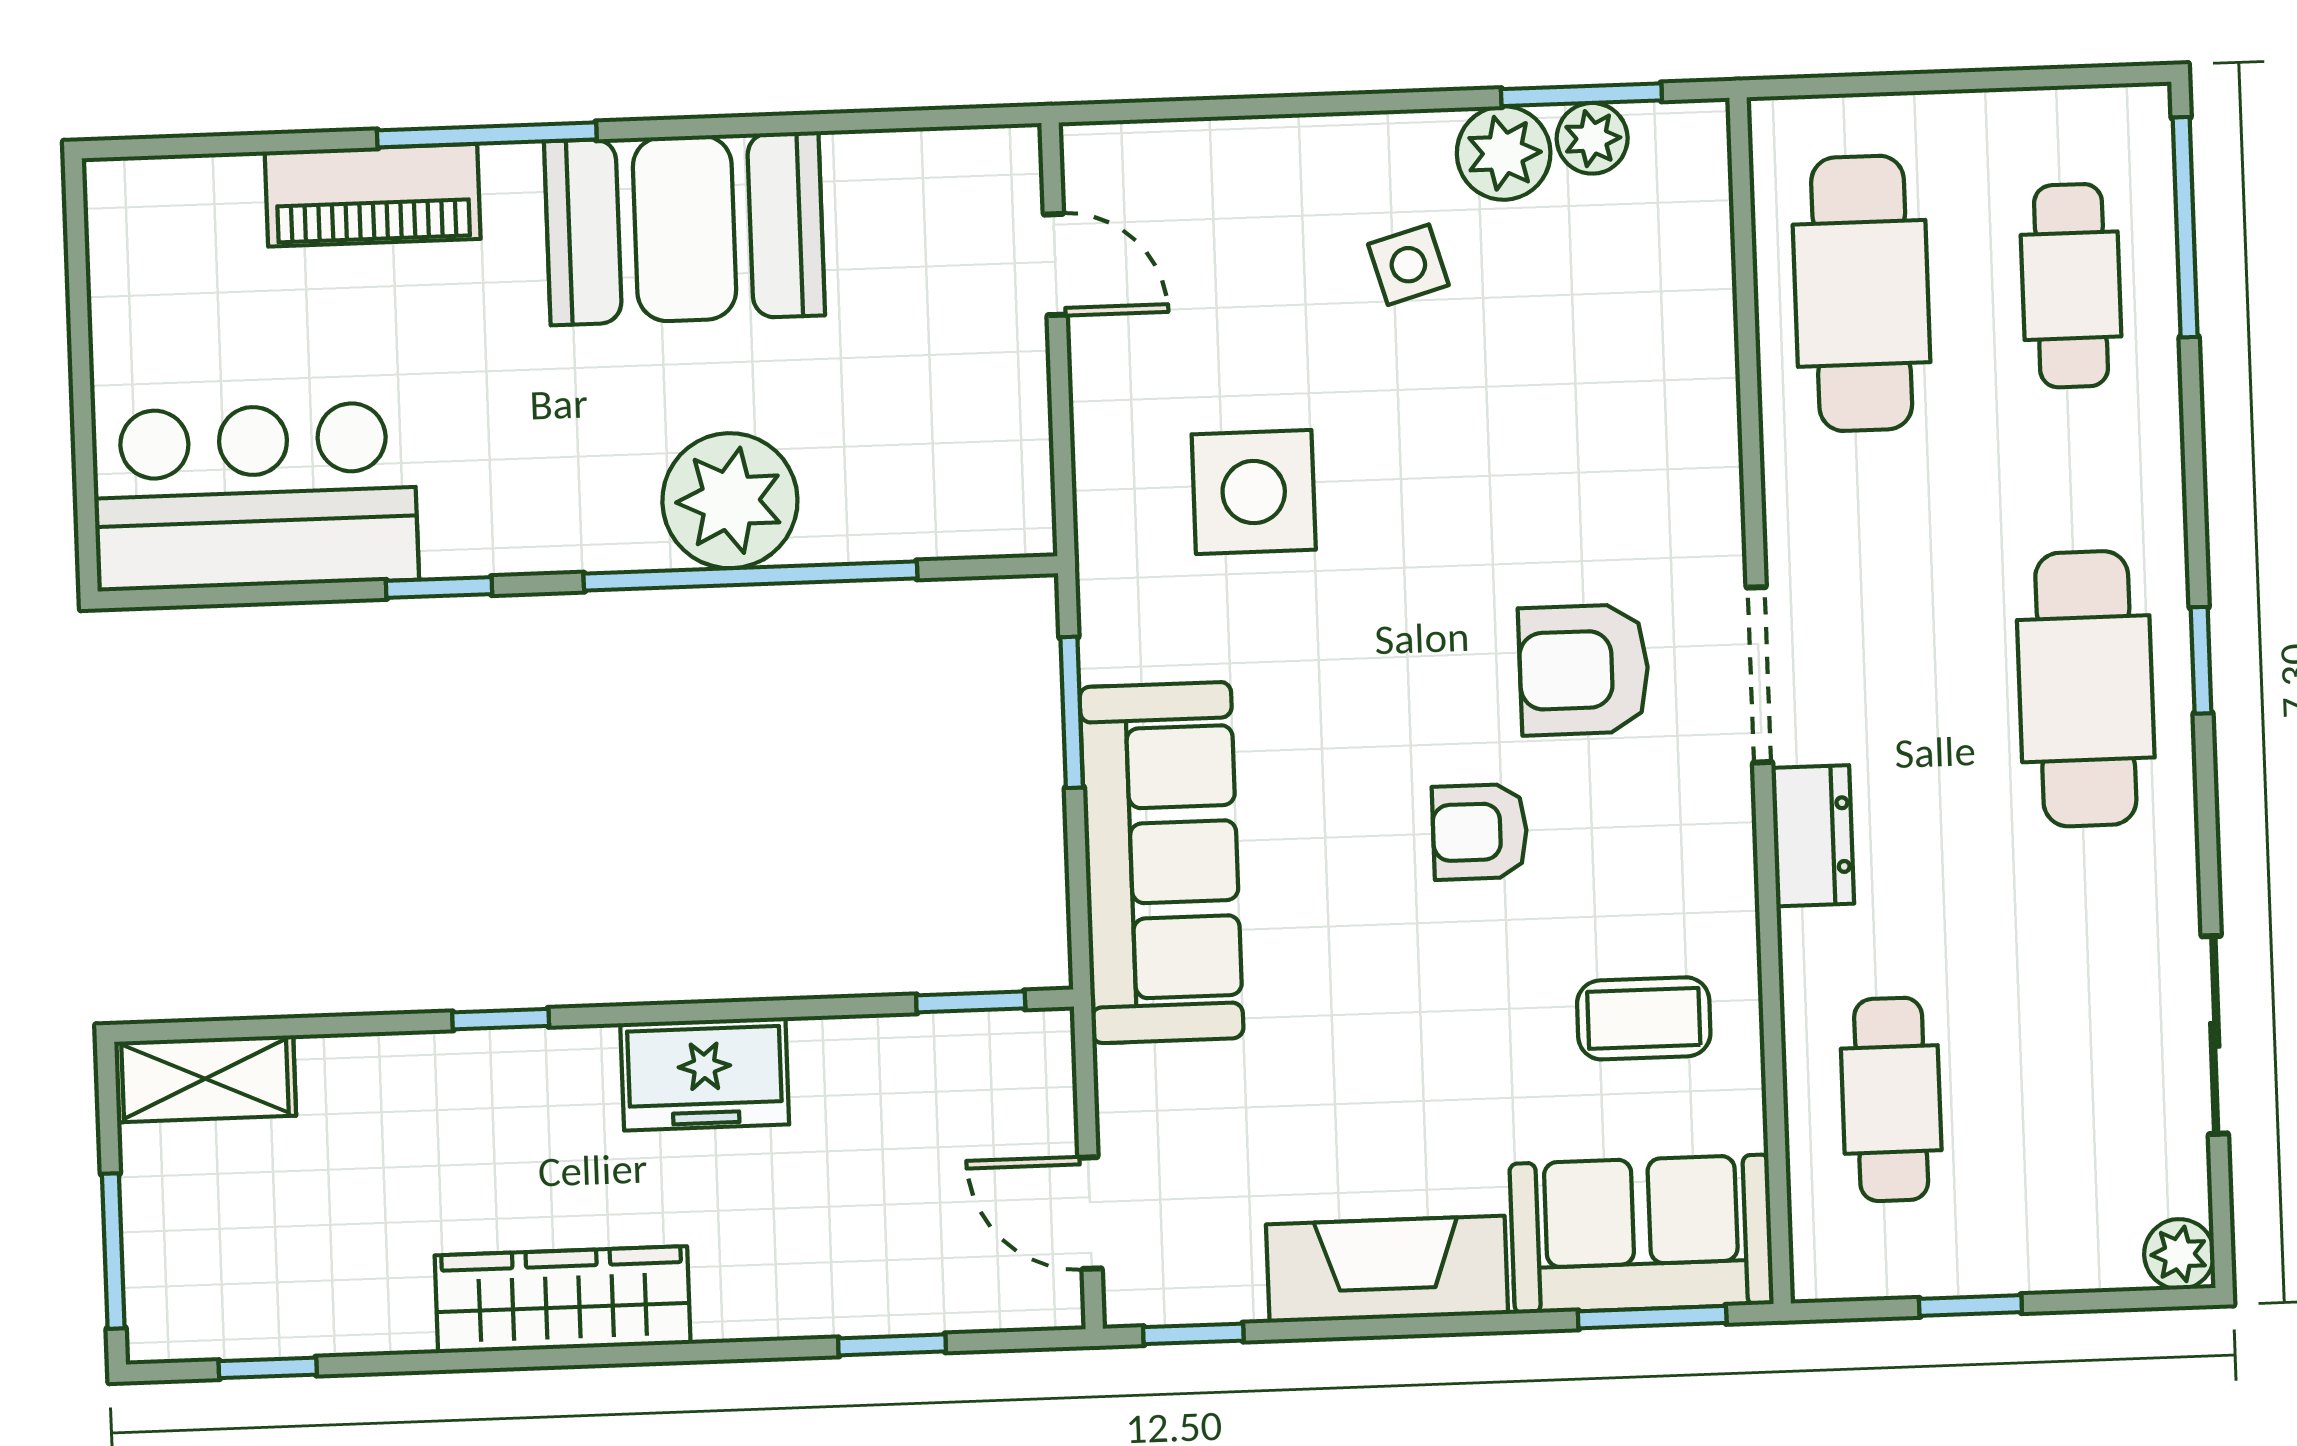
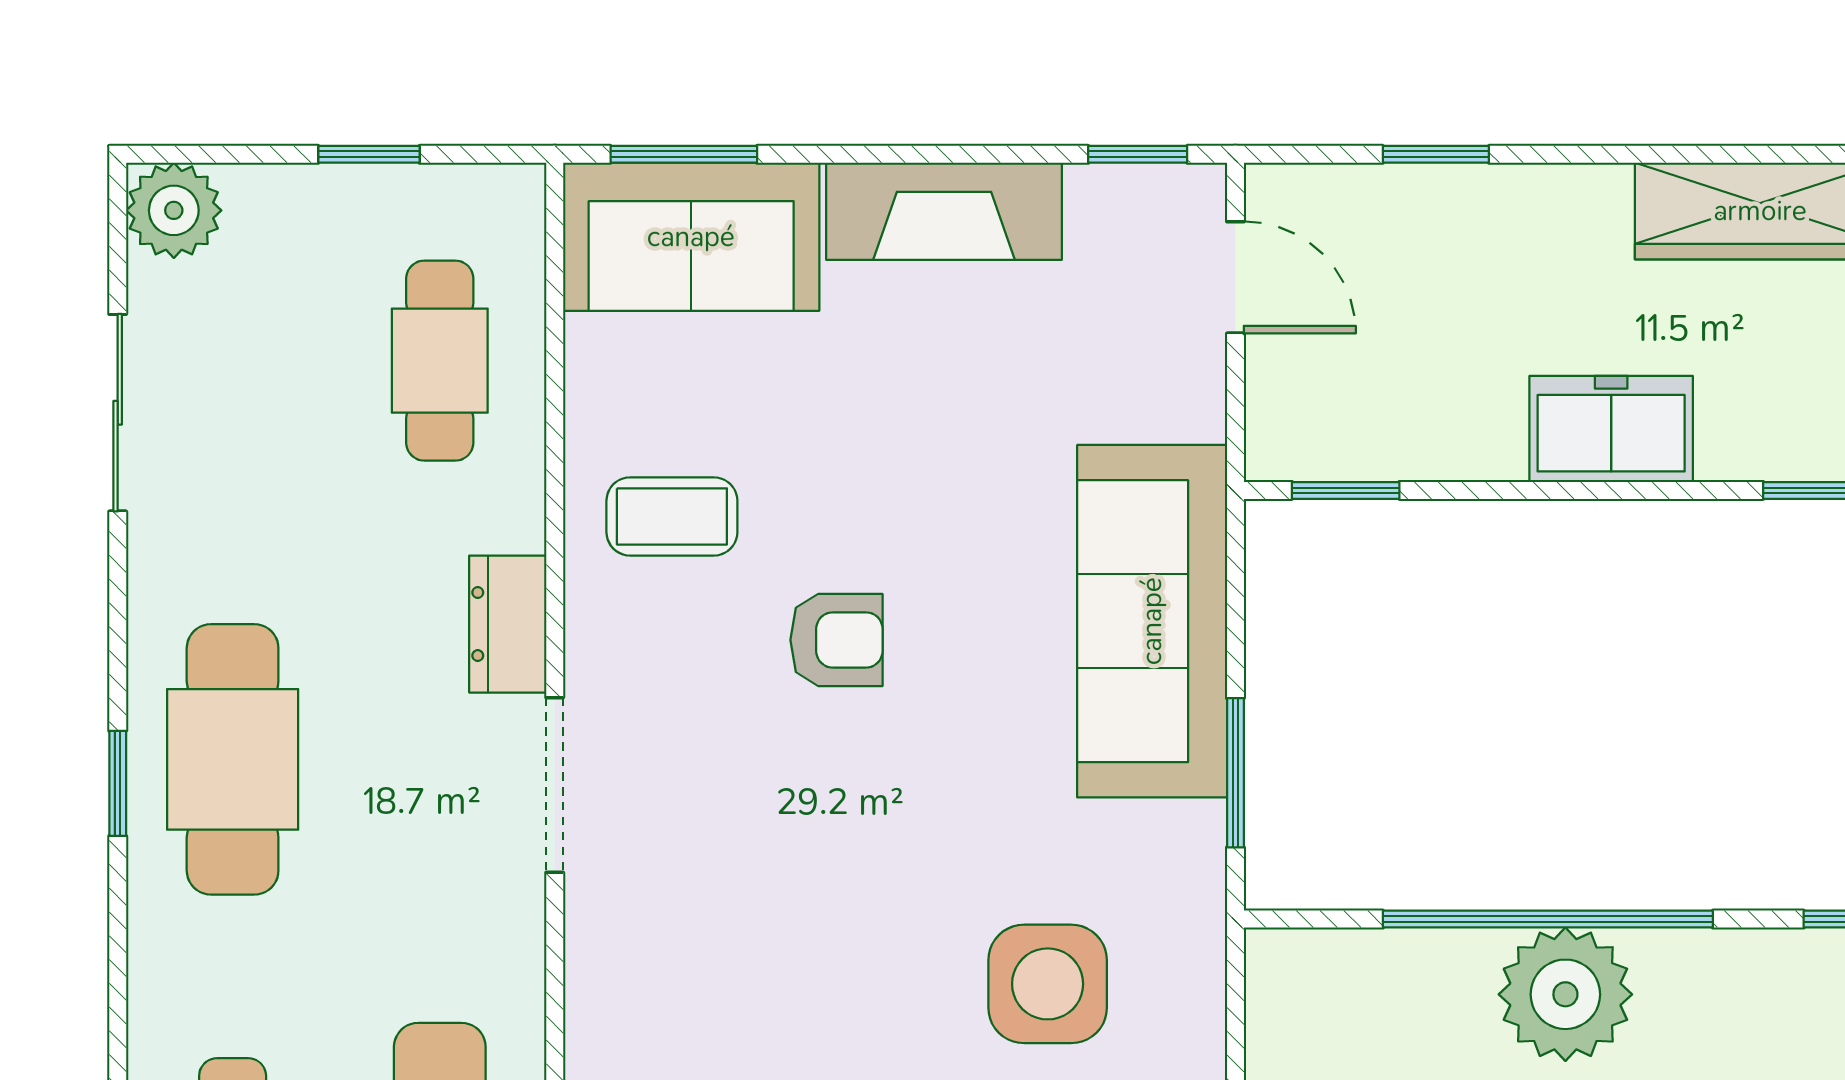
armchair: (1584, 670) -> (728, 796), removed
coffee table: (1644, 1018) -> (672, 516), moved
plant: (2179, 1254) -> (174, 210), width x1.38, depth x1.38

